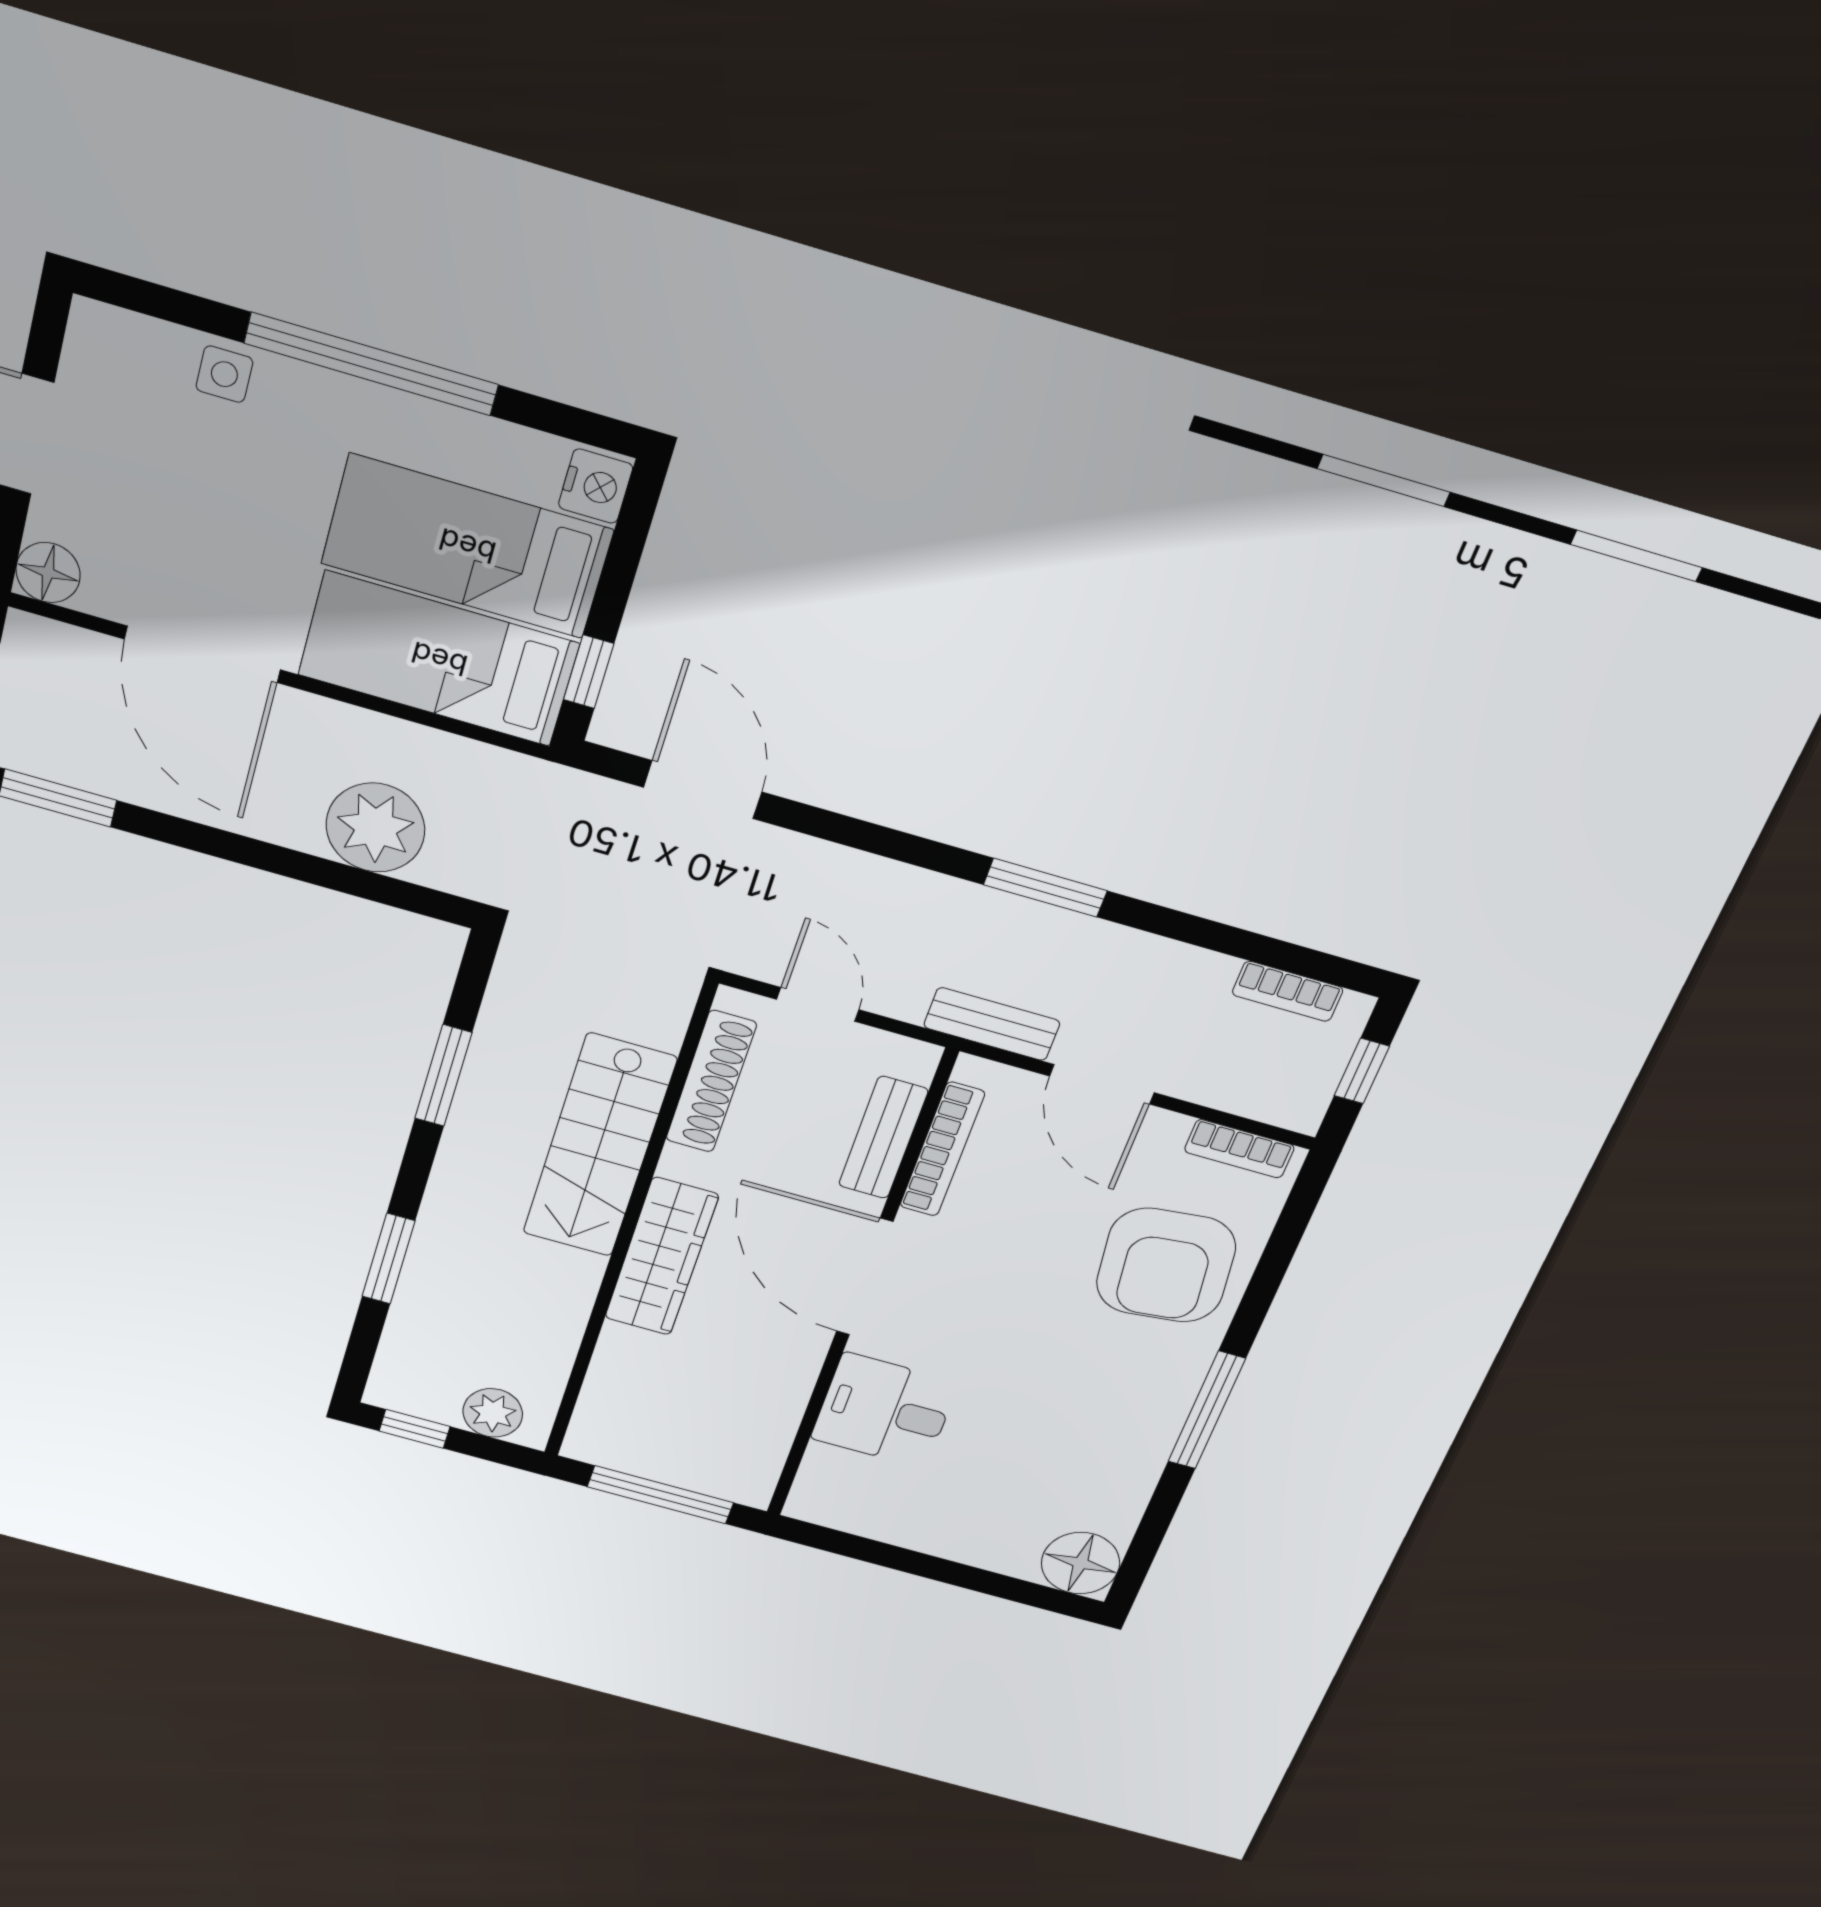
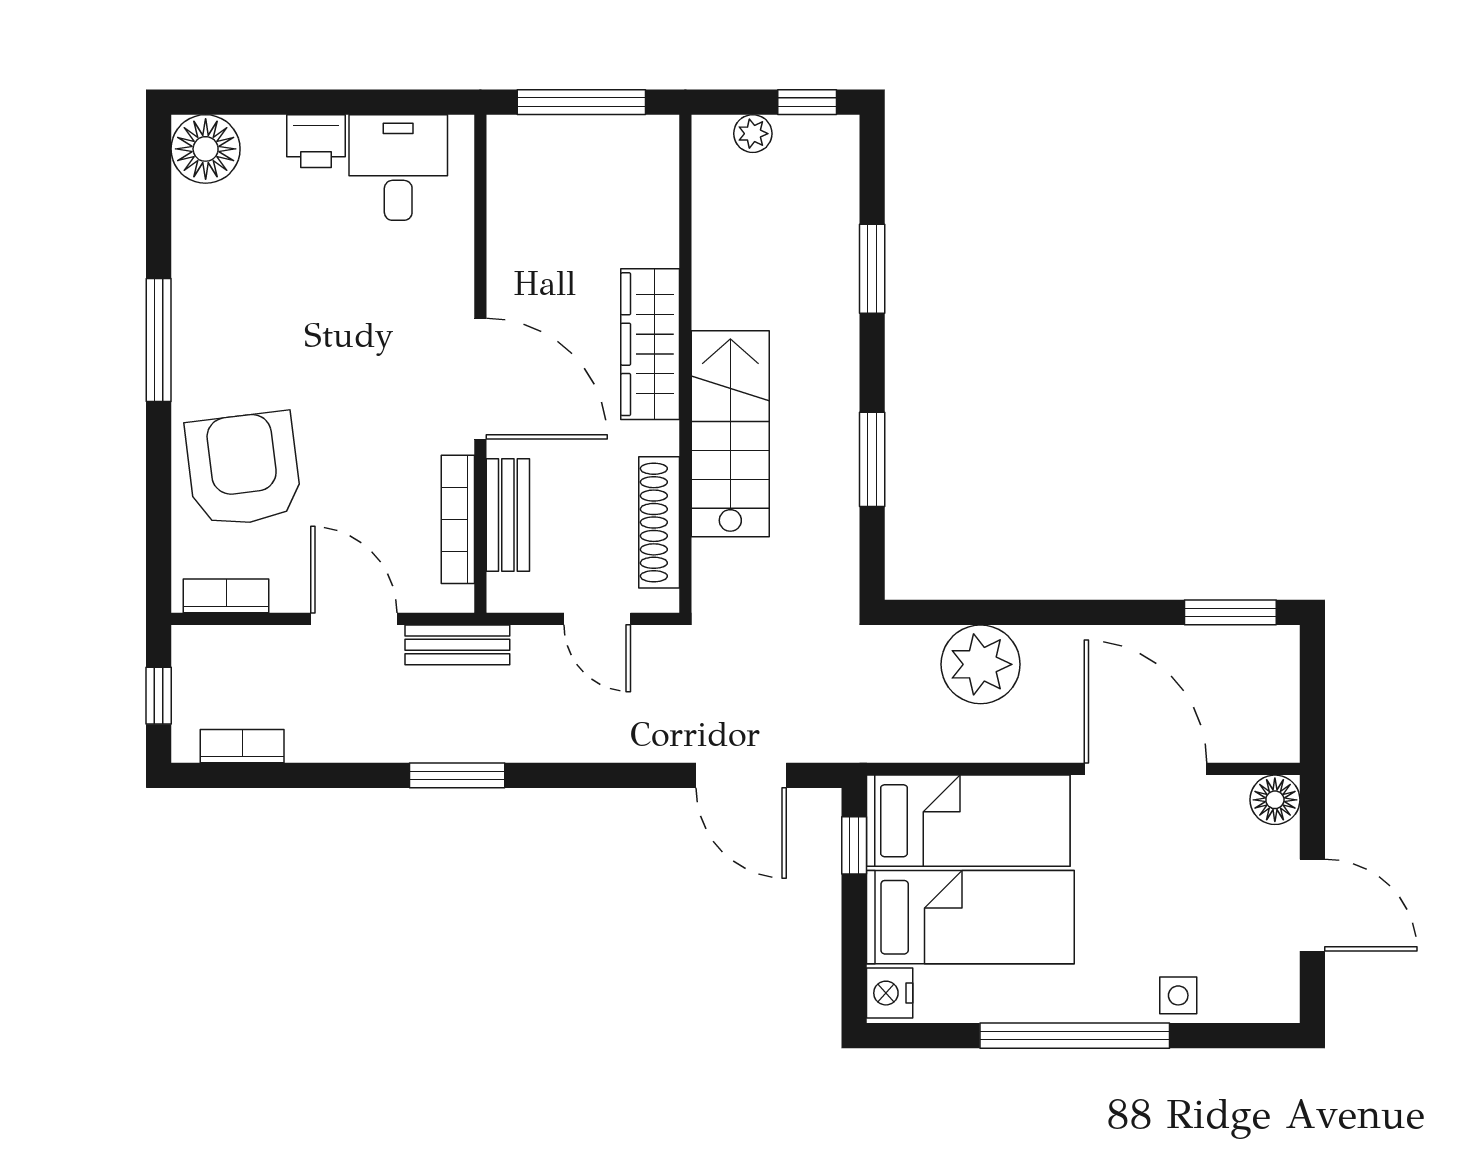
desk: (885, 1411) -> (398, 167), moved, turned -90
plant: (493, 1413) -> (753, 134), width x0.73, depth x0.73
printer: (959, 1538) -> (316, 141), added

